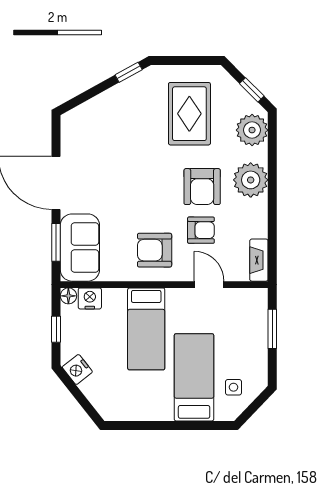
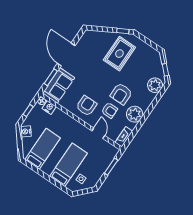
rug: (189, 114) -> (119, 54), moved
plant: (251, 180) -> (135, 114), moved
armchair: (155, 250) -> (86, 106), turned 90
bed: (146, 329) -> (43, 149), moved, turned 180

